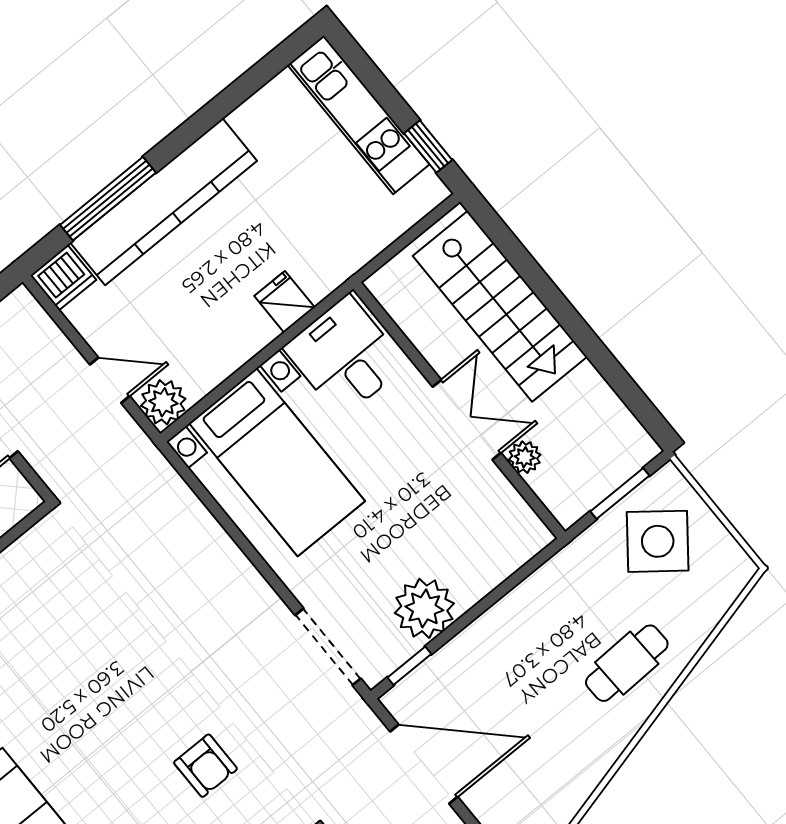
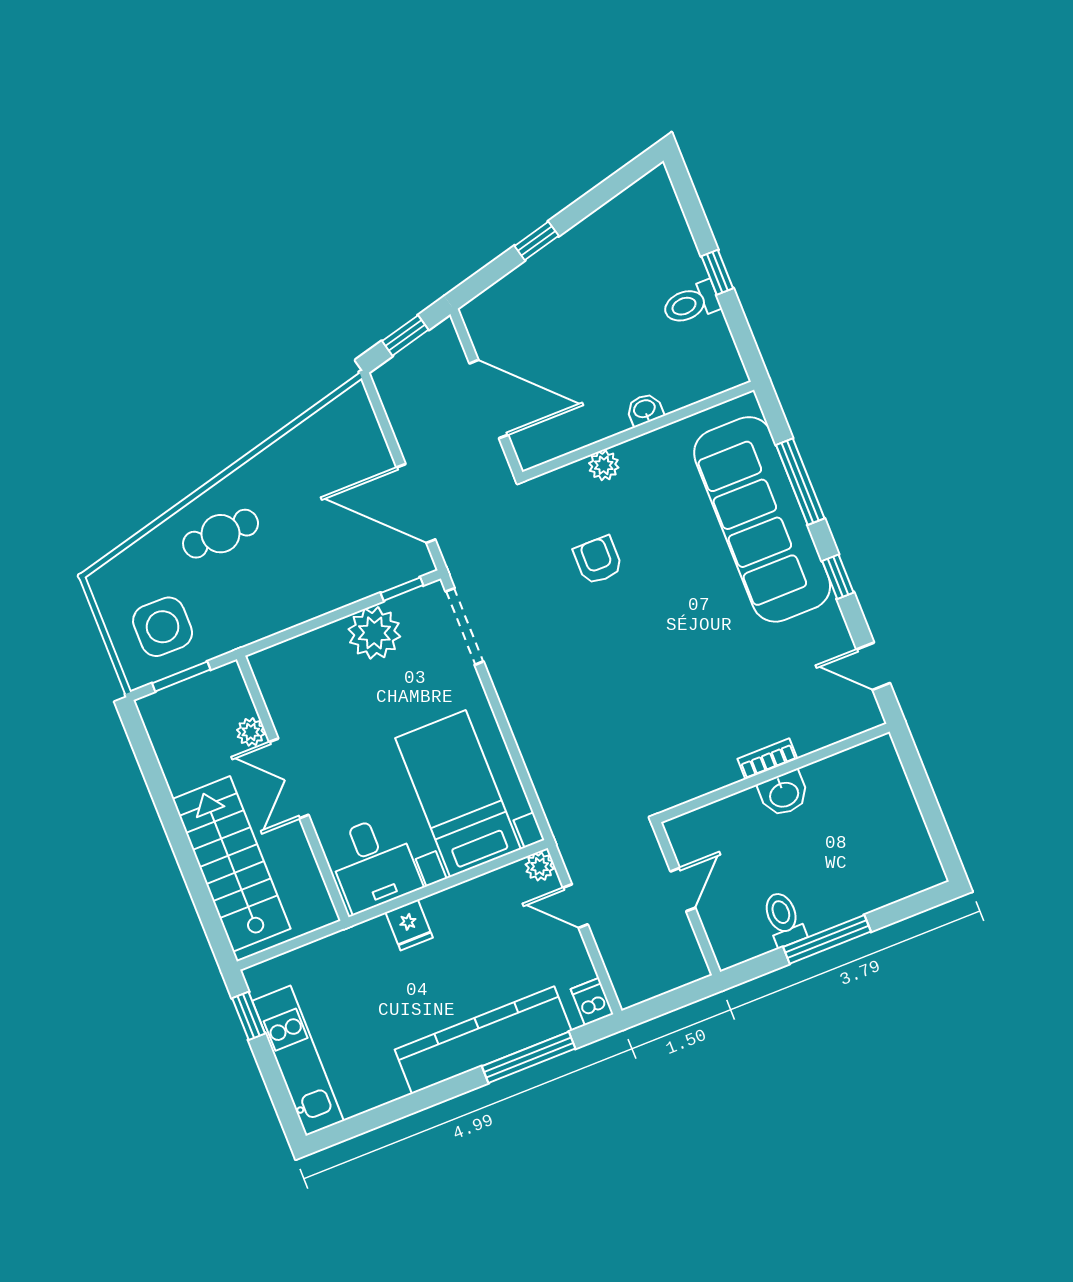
dishwasher: (63, 278) -> (592, 1002), width x0.73
plant: (163, 402) -> (540, 867), width x0.73, depth x0.73
side table: (658, 541) -> (163, 627), turned -38

